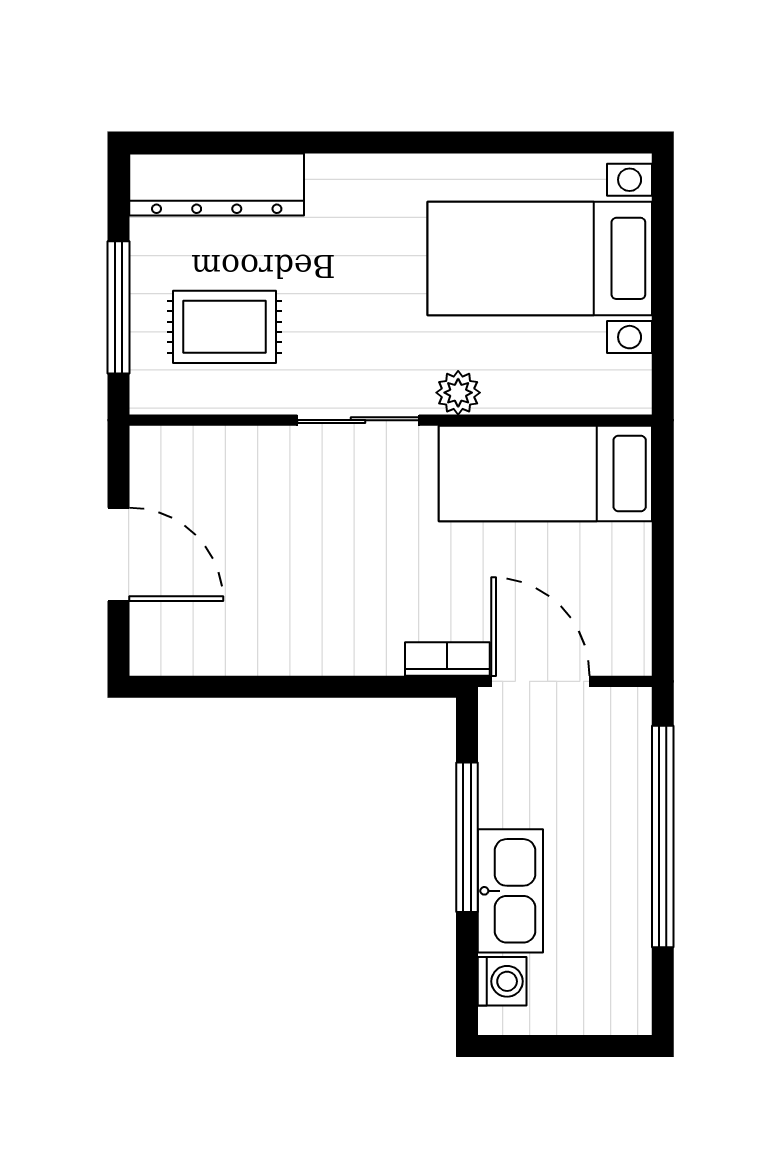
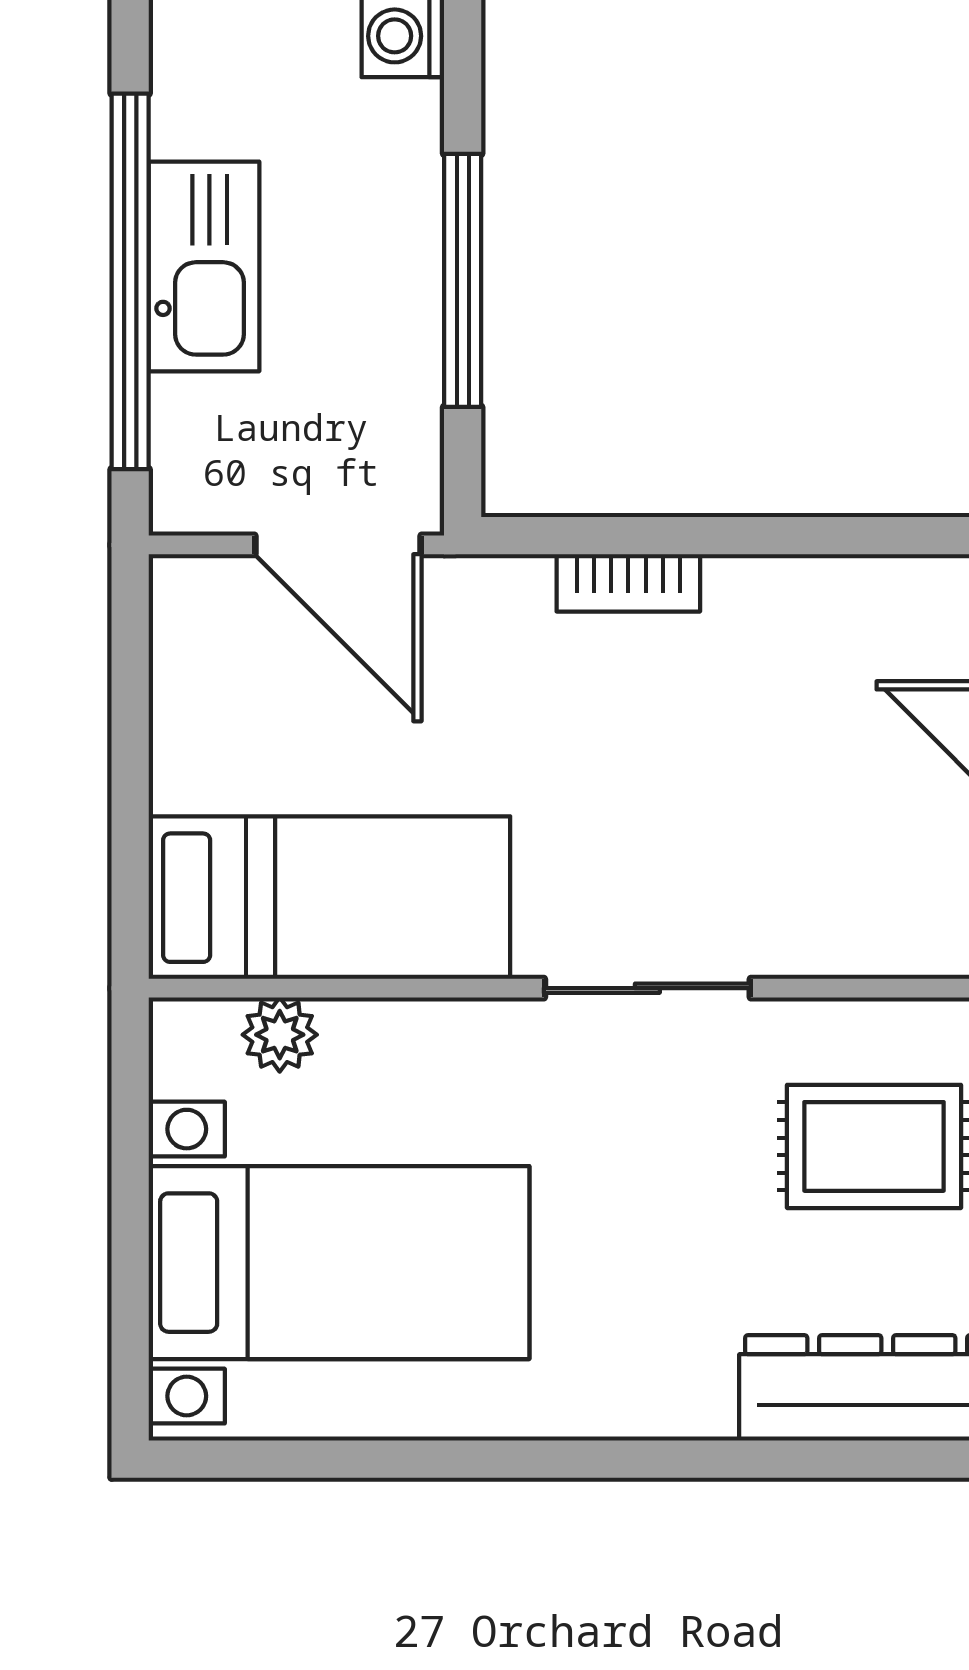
plant: (458, 393) -> (280, 1035), moved
bookcase: (447, 659) -> (628, 583), moved
kitchen sink: (510, 891) -> (204, 266), moved, turned 180

